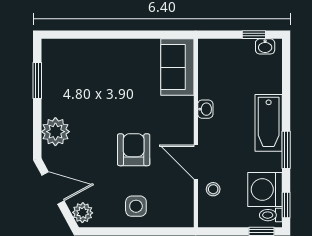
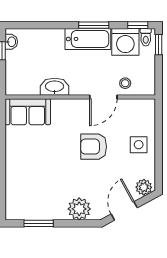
washbasin: (205, 109) -> (55, 87), width x1.91, depth x1.45
bathtub: (269, 123) -> (88, 39), moved

